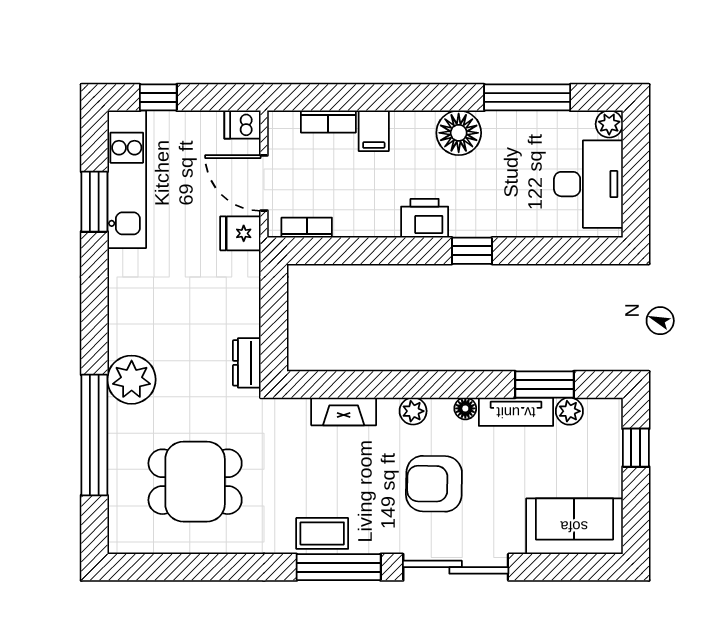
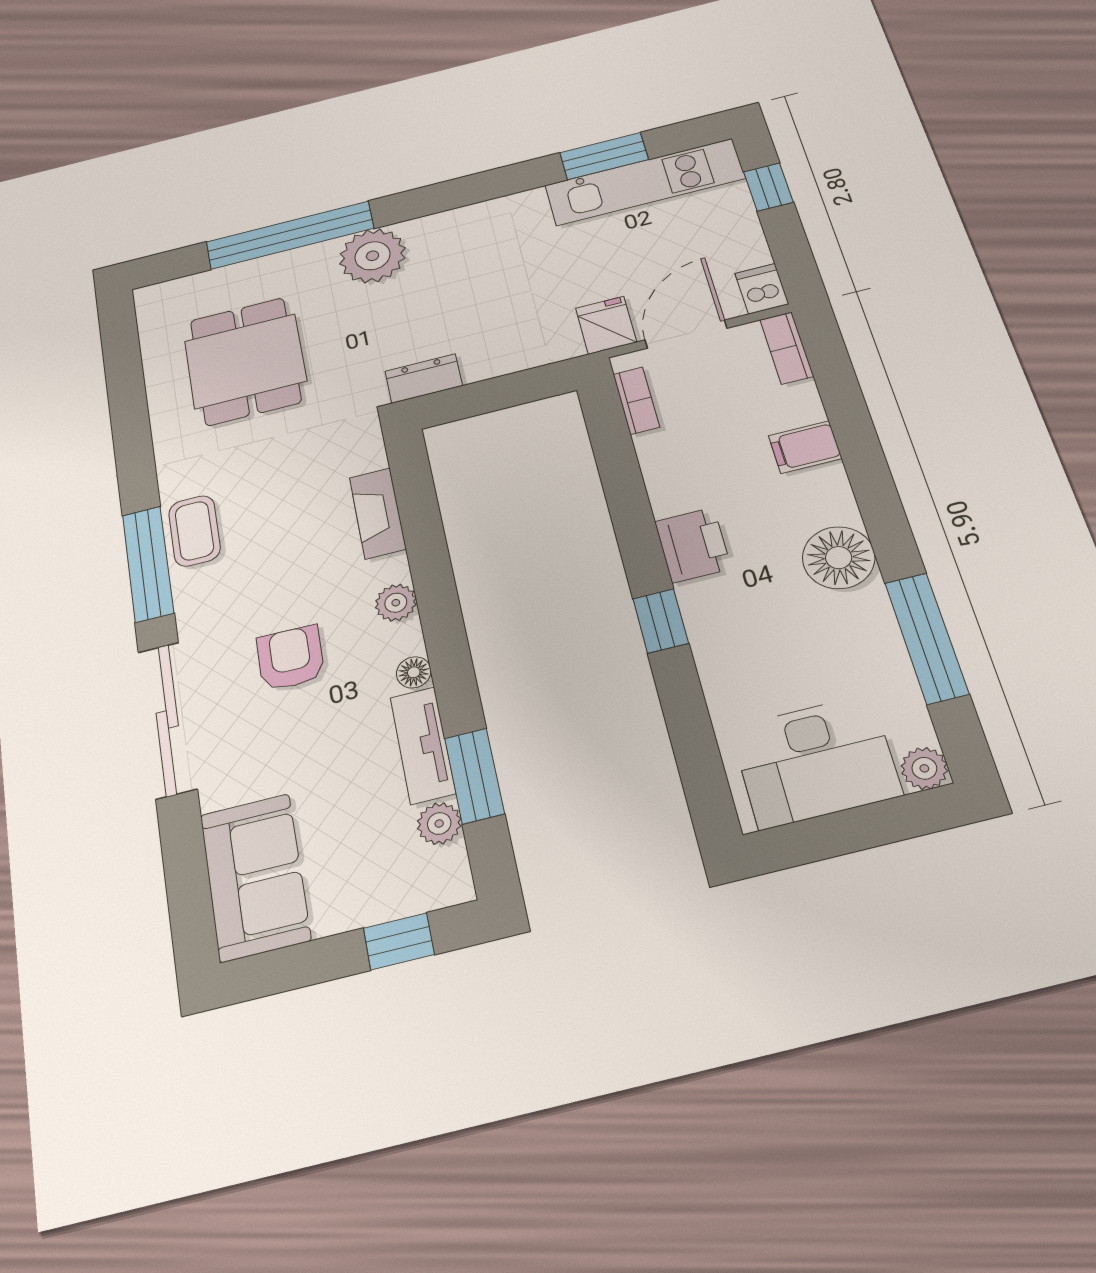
bookcase: (328, 122) -> (787, 348), moved
armchair: (434, 484) -> (290, 658), width x0.72, depth x0.72

